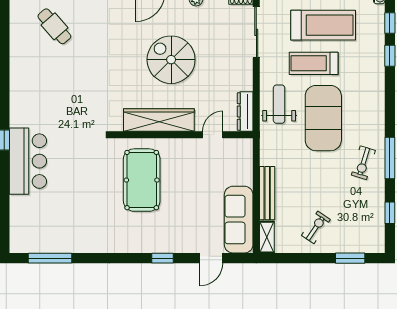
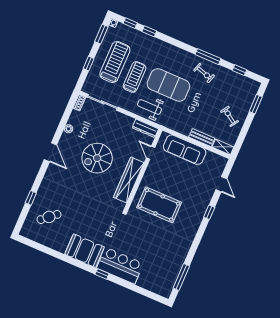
treadmill: (314, 63) -> (135, 77), turned 180
booth: (28, 100) -> (85, 251), added
bench: (267, 193) -> (202, 138), width x0.73
sofa: (239, 220) -> (185, 150), moved

